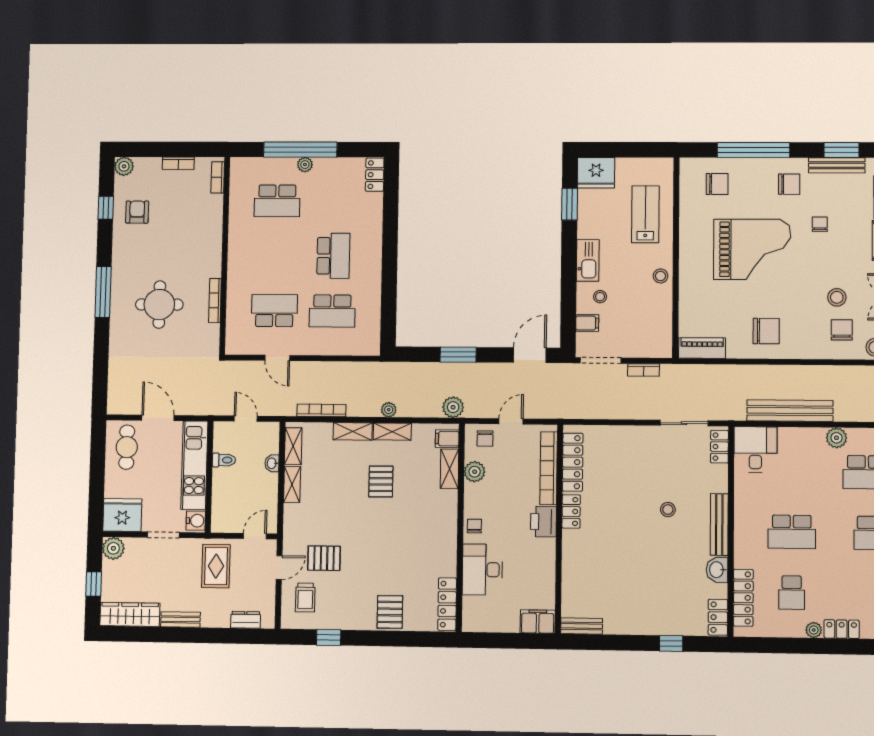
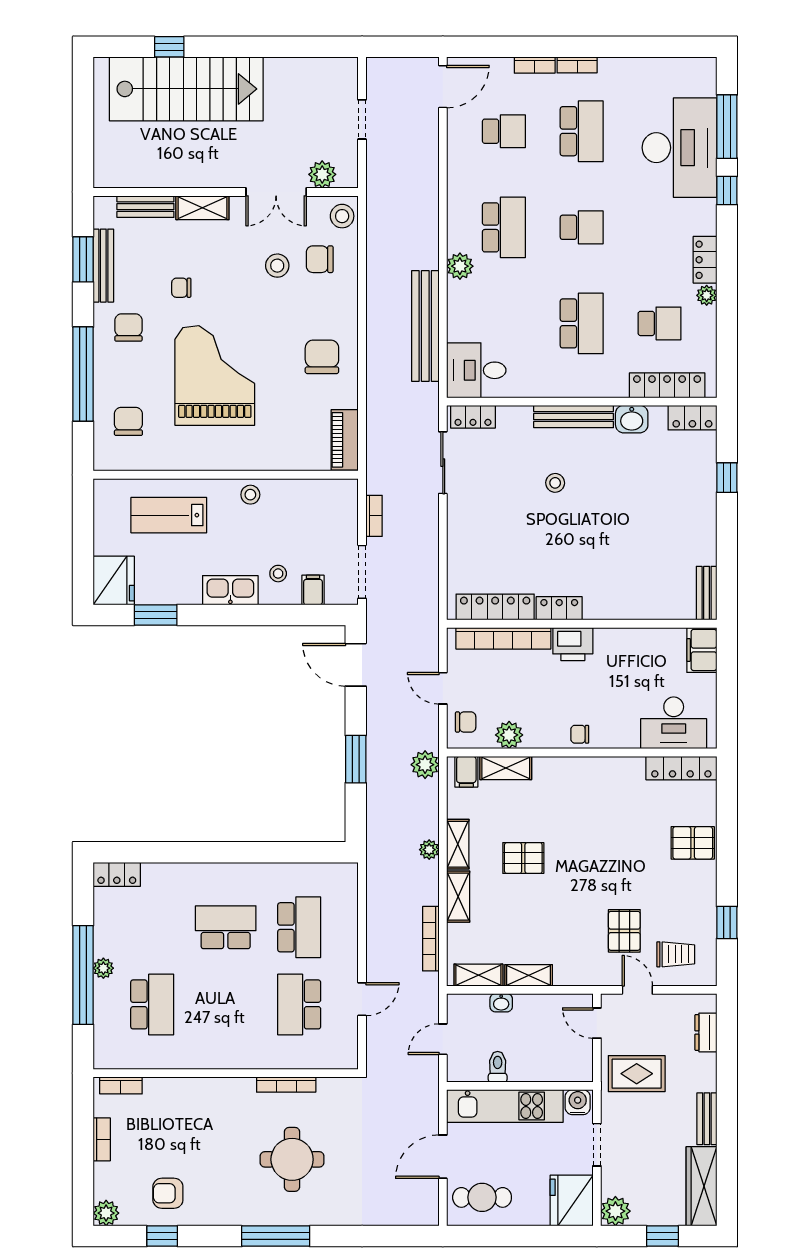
desk: (482, 570) -> (674, 723), moved

